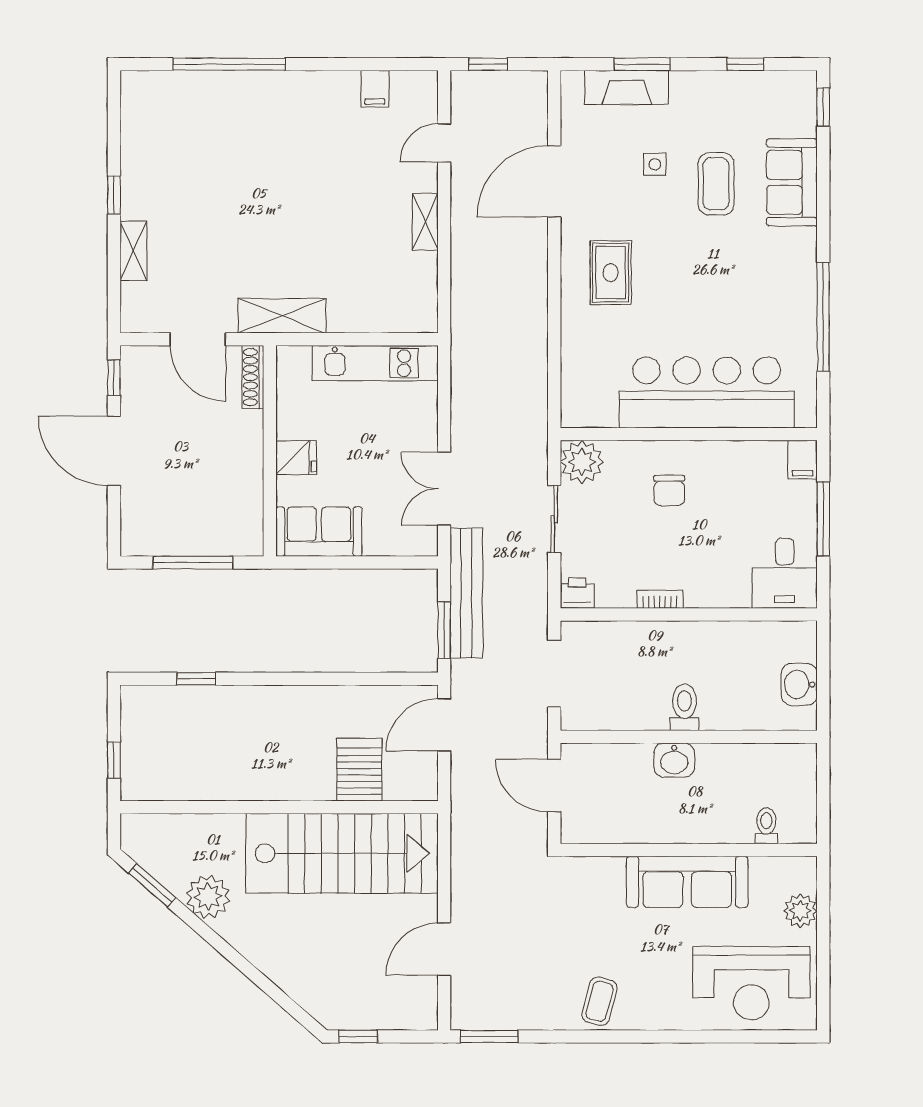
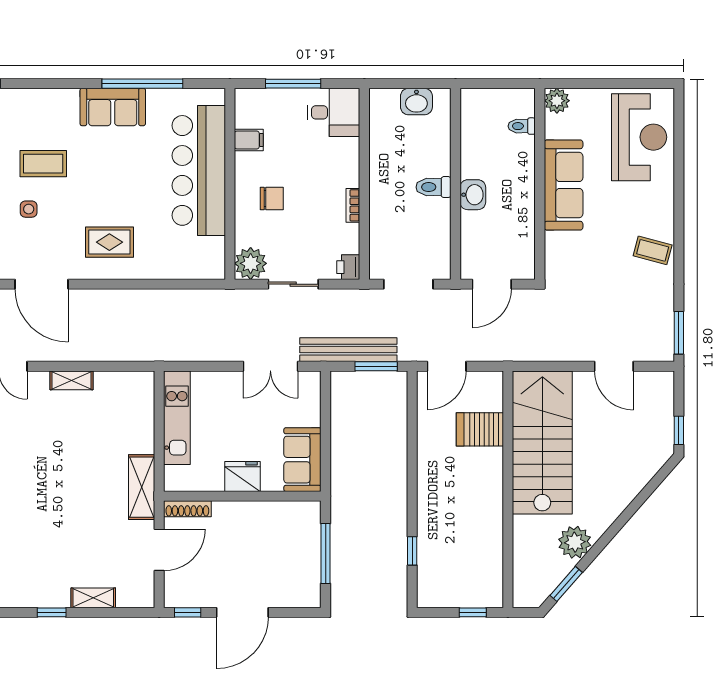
sofa: (792, 182) -> (113, 107), moved
fridge: (296, 458) -> (242, 476), width x1.38
filing cabinet: (803, 460) -> (249, 140), moved
door: (444, 725) -> (447, 366), hinge flipped
plant: (800, 911) -> (557, 101), moved

